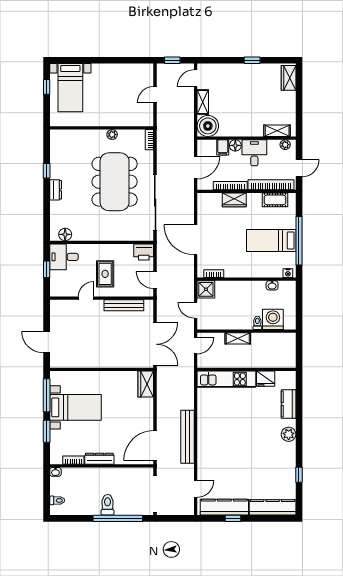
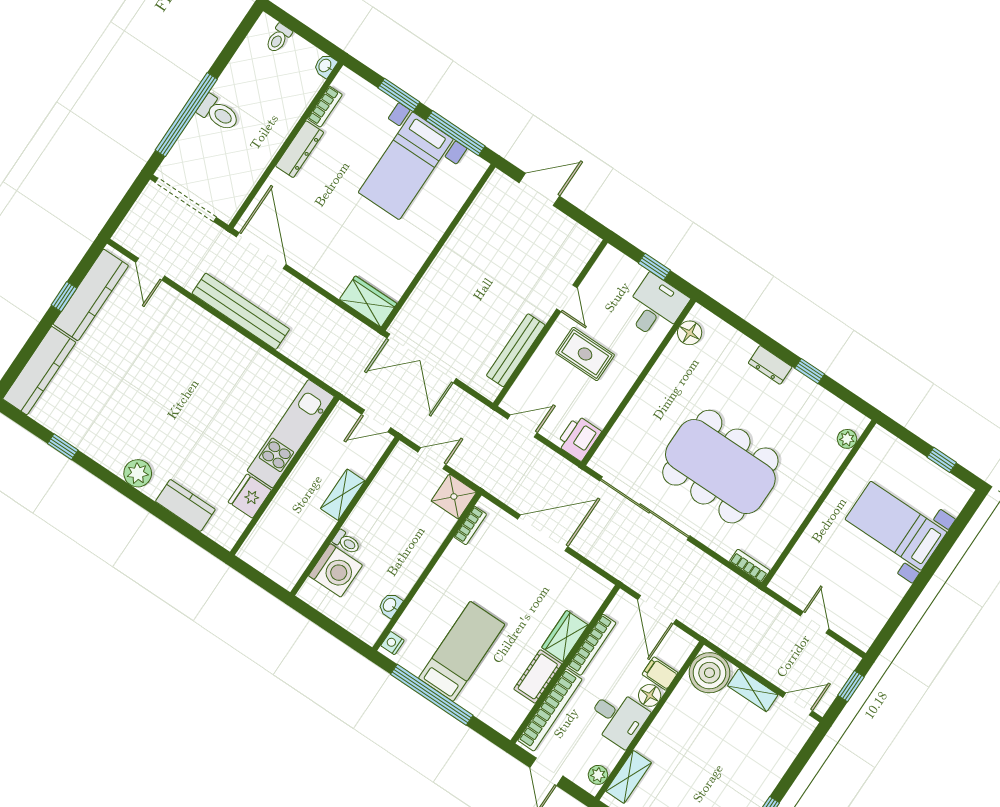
door: (196, 78) -> (798, 704), hinge flipped
bed with nightstands: (70, 88) -> (896, 526), moved
plant: (112, 135) -> (847, 439), moved
cot: (275, 200) -> (538, 676), moved
door: (196, 345) -> (376, 421), hinge flipped

